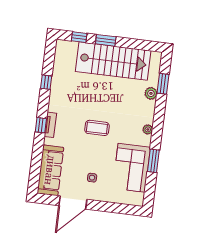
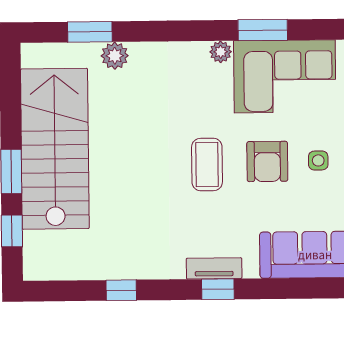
plant: (148, 129) -> (221, 52), moved
armchair: (95, 155) -> (267, 161), added

